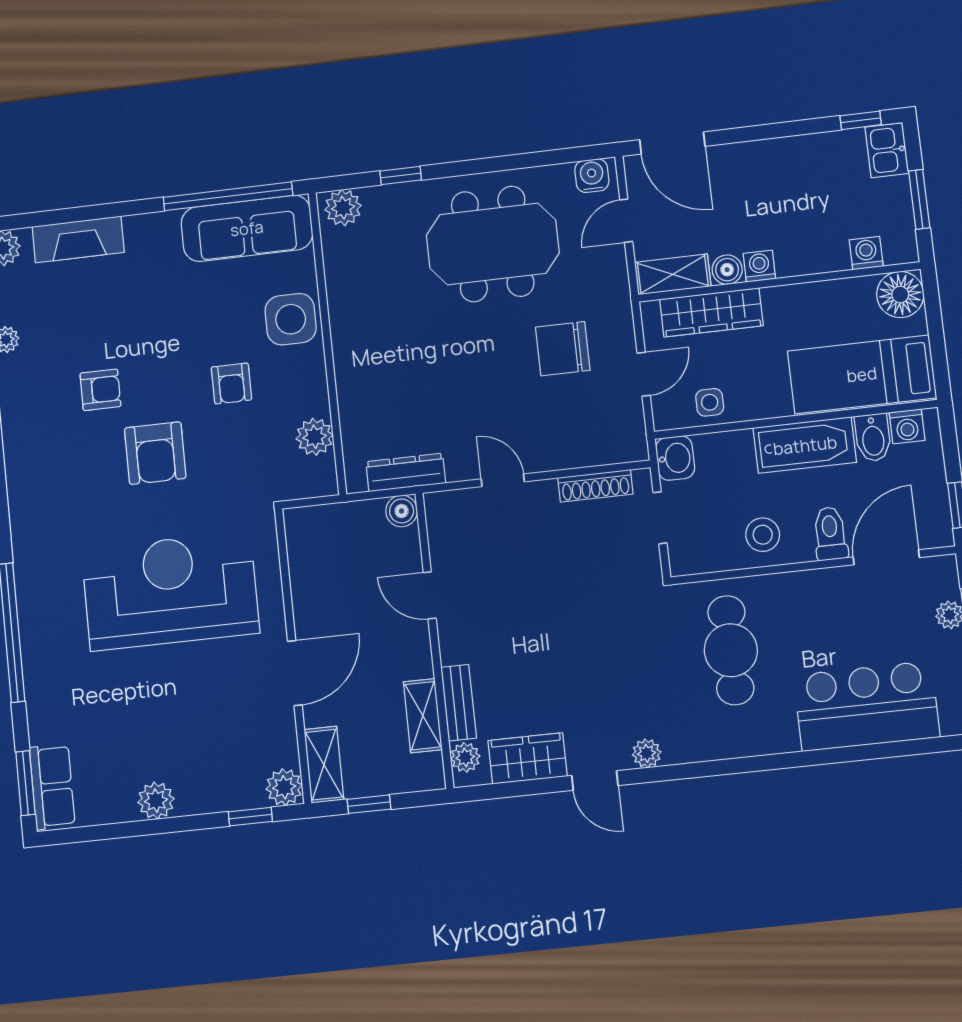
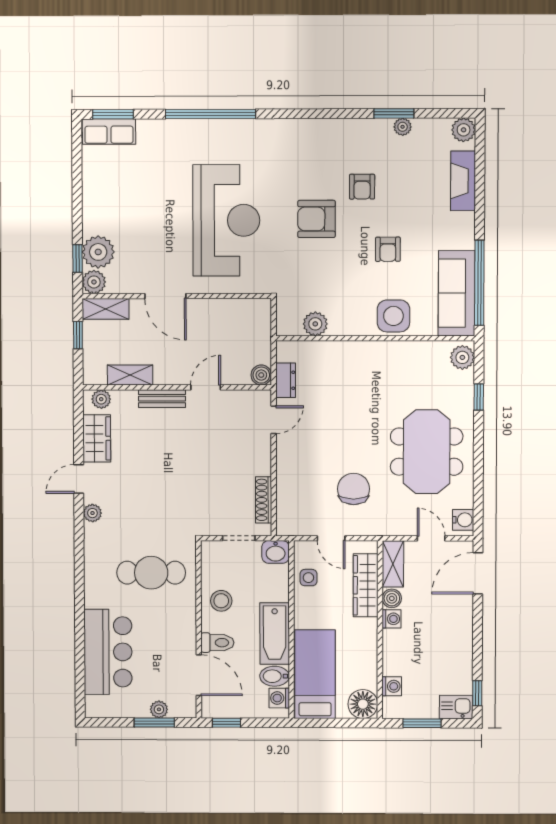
armchair: (231, 384) -> (388, 249), moved, turned -90
dresser: (406, 472) -> (286, 380), width x0.70
door: (503, 480) -> (274, 420), moved
bench: (459, 703) -> (162, 399), moved
plant: (156, 801) -> (98, 252), moved, width x1.36, depth x1.36

